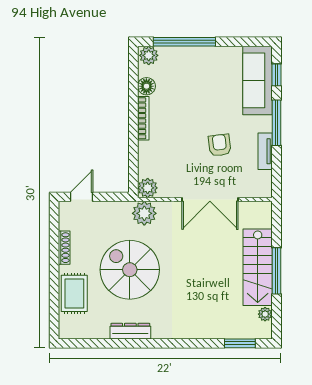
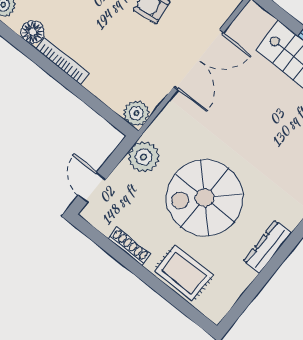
plant: (144, 213) -> (144, 157), moved

